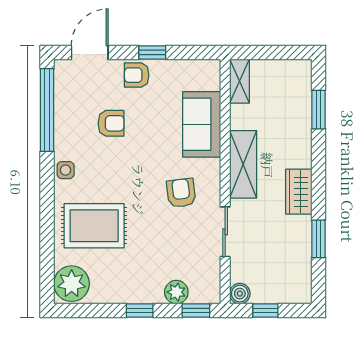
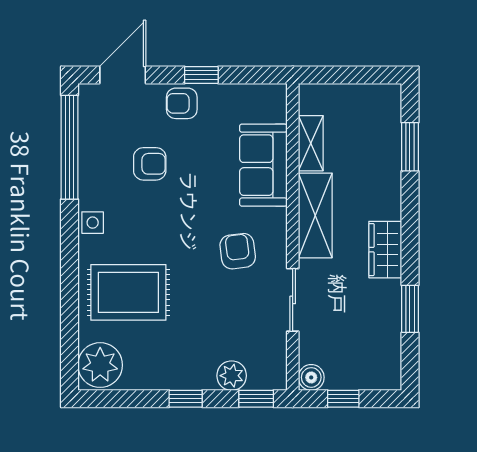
shelving: (239, 81) -> (311, 143), moved

